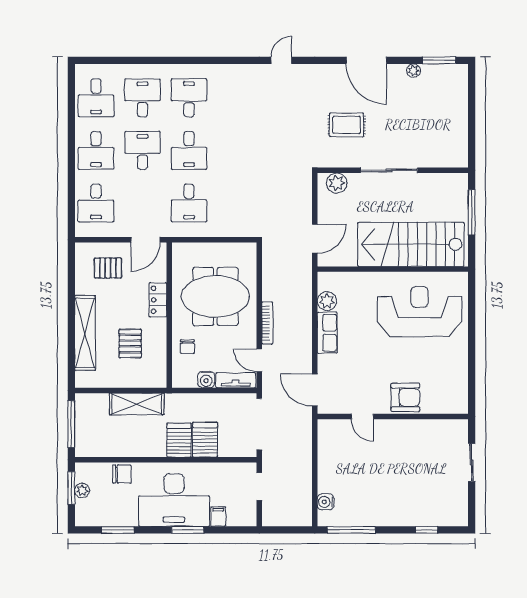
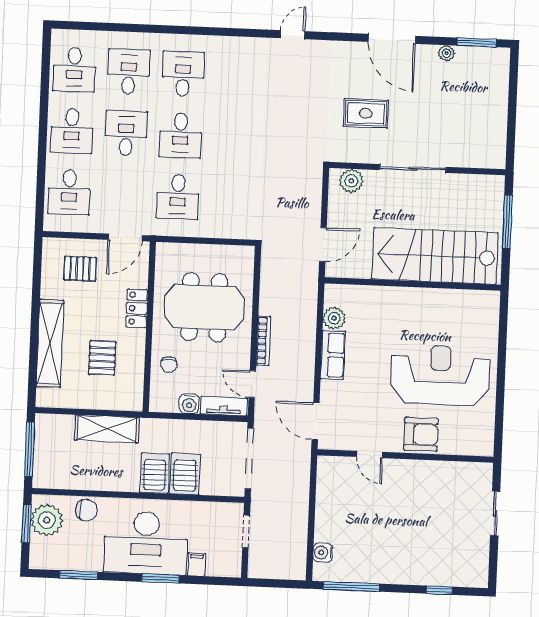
reception desk: (420, 312) -> (440, 375), moved
plant: (82, 490) -> (47, 520), width x1.88, depth x1.88

